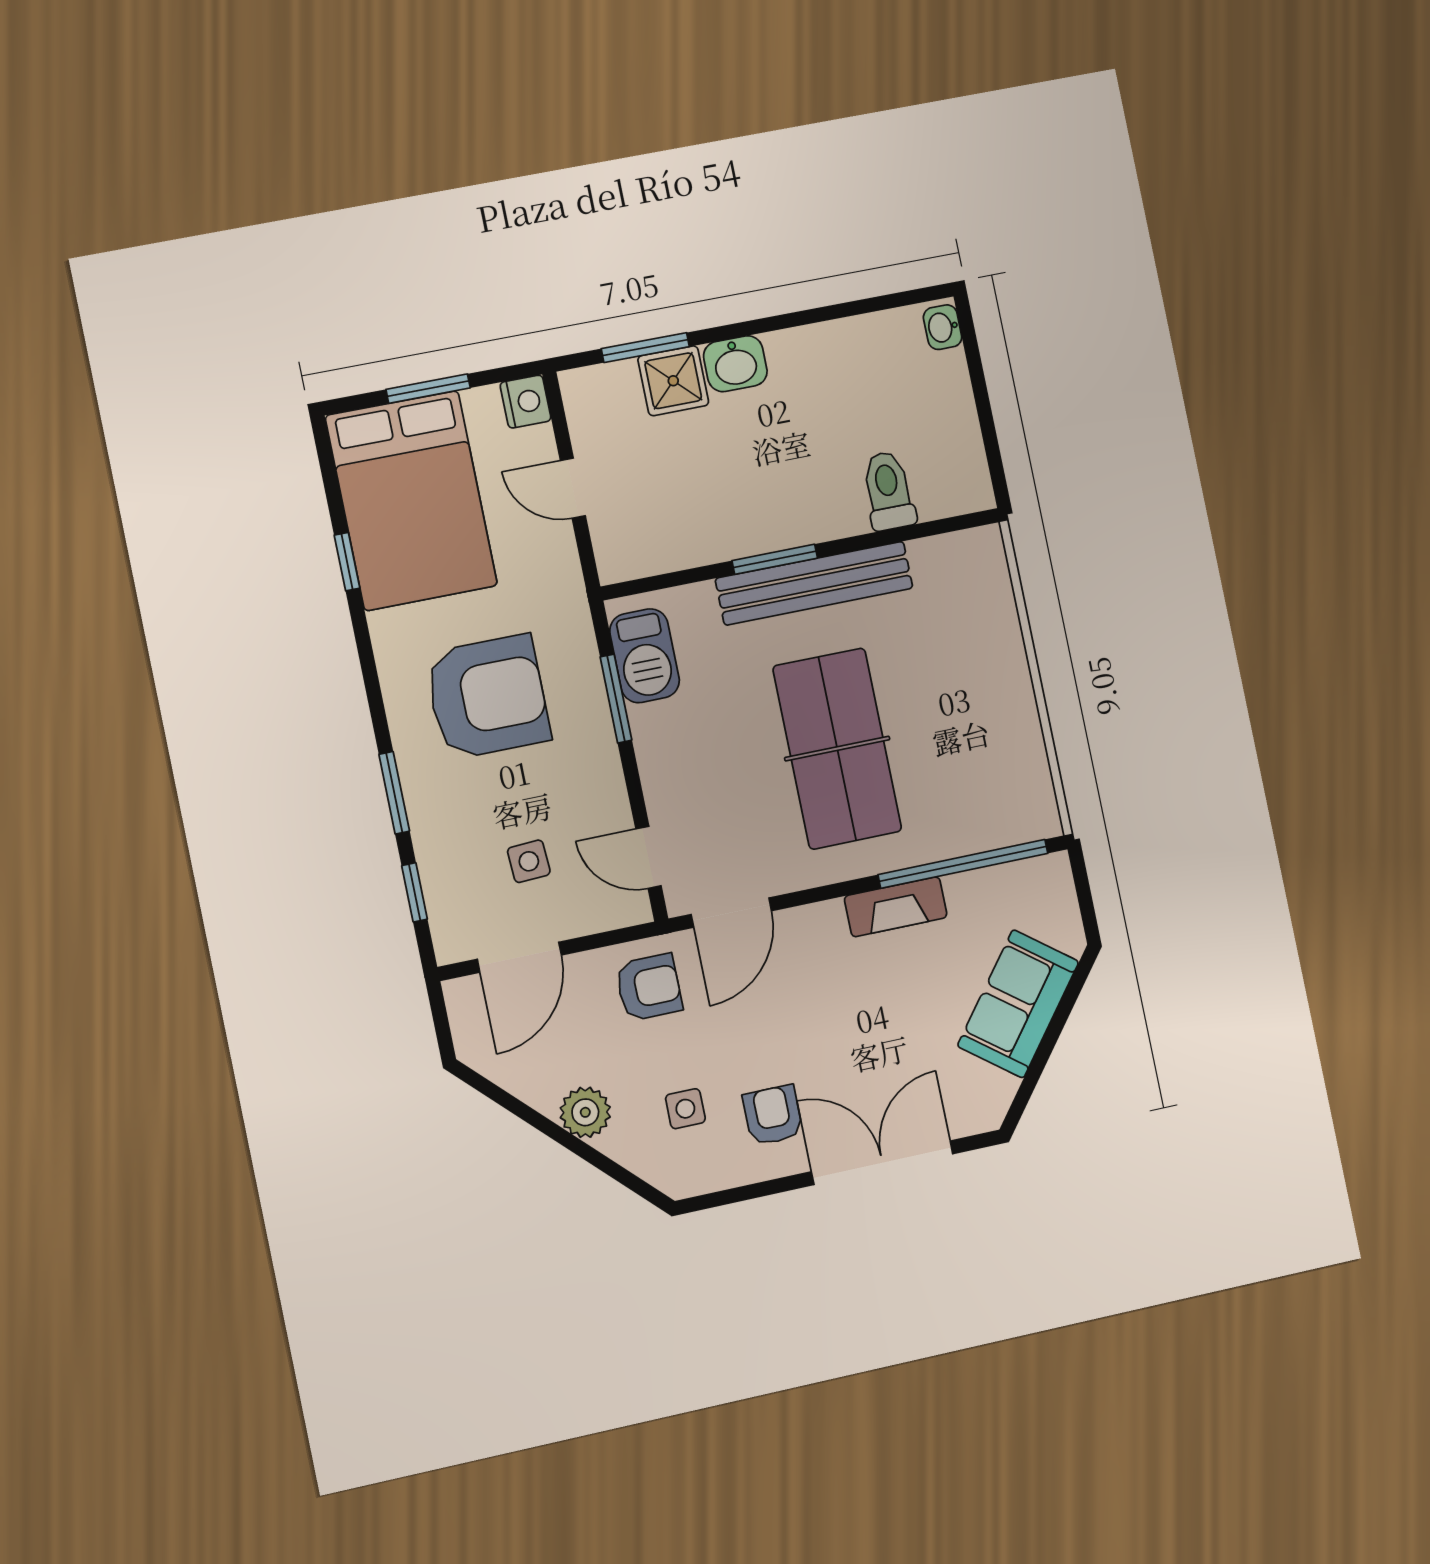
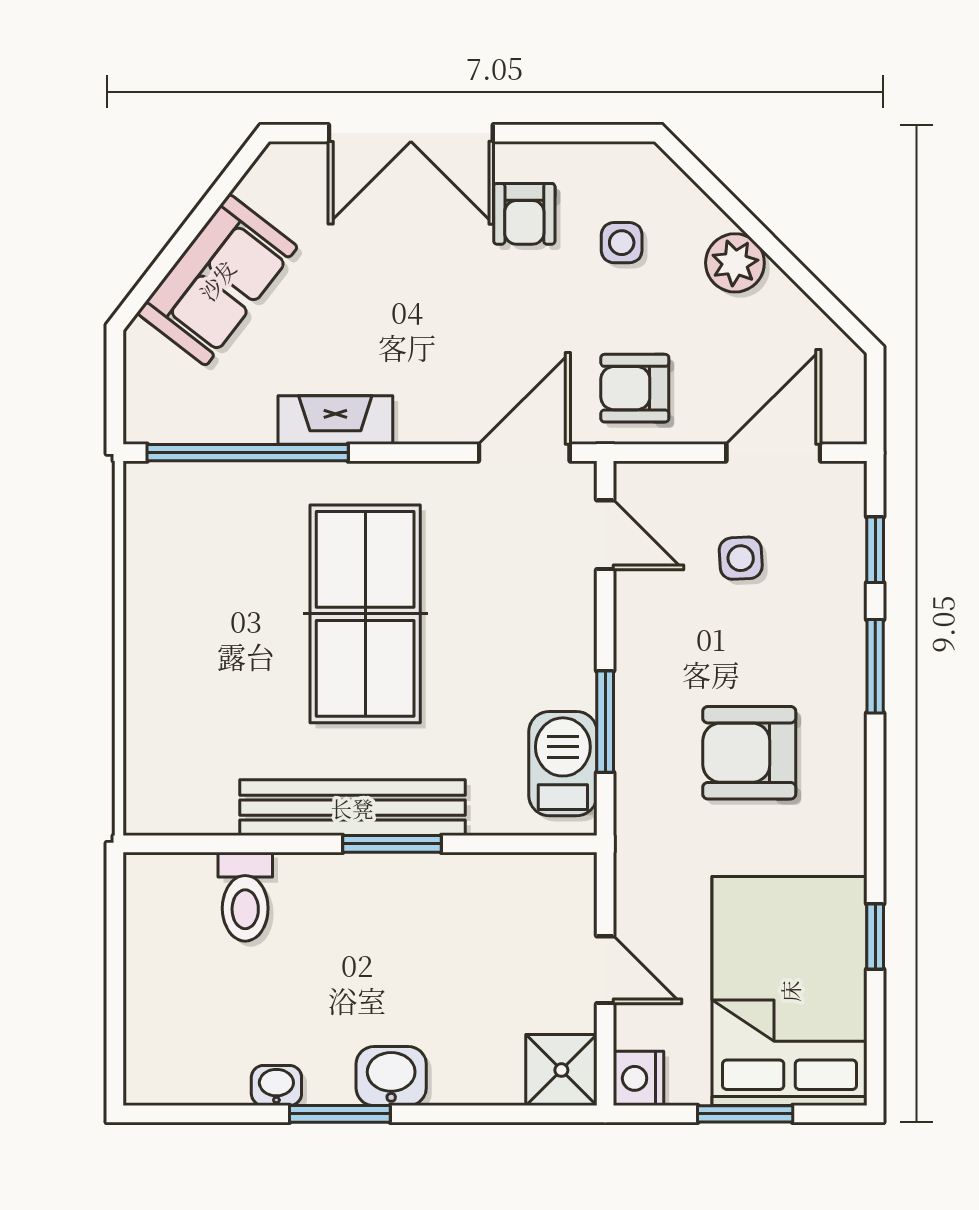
washbasin: (943, 327) -> (276, 1085), moved, turned -90
window: (645, 348) -> (340, 1114), moved
shower: (673, 381) -> (561, 1070), moved
armchair: (488, 697) -> (749, 753), width x0.73, depth x0.73

